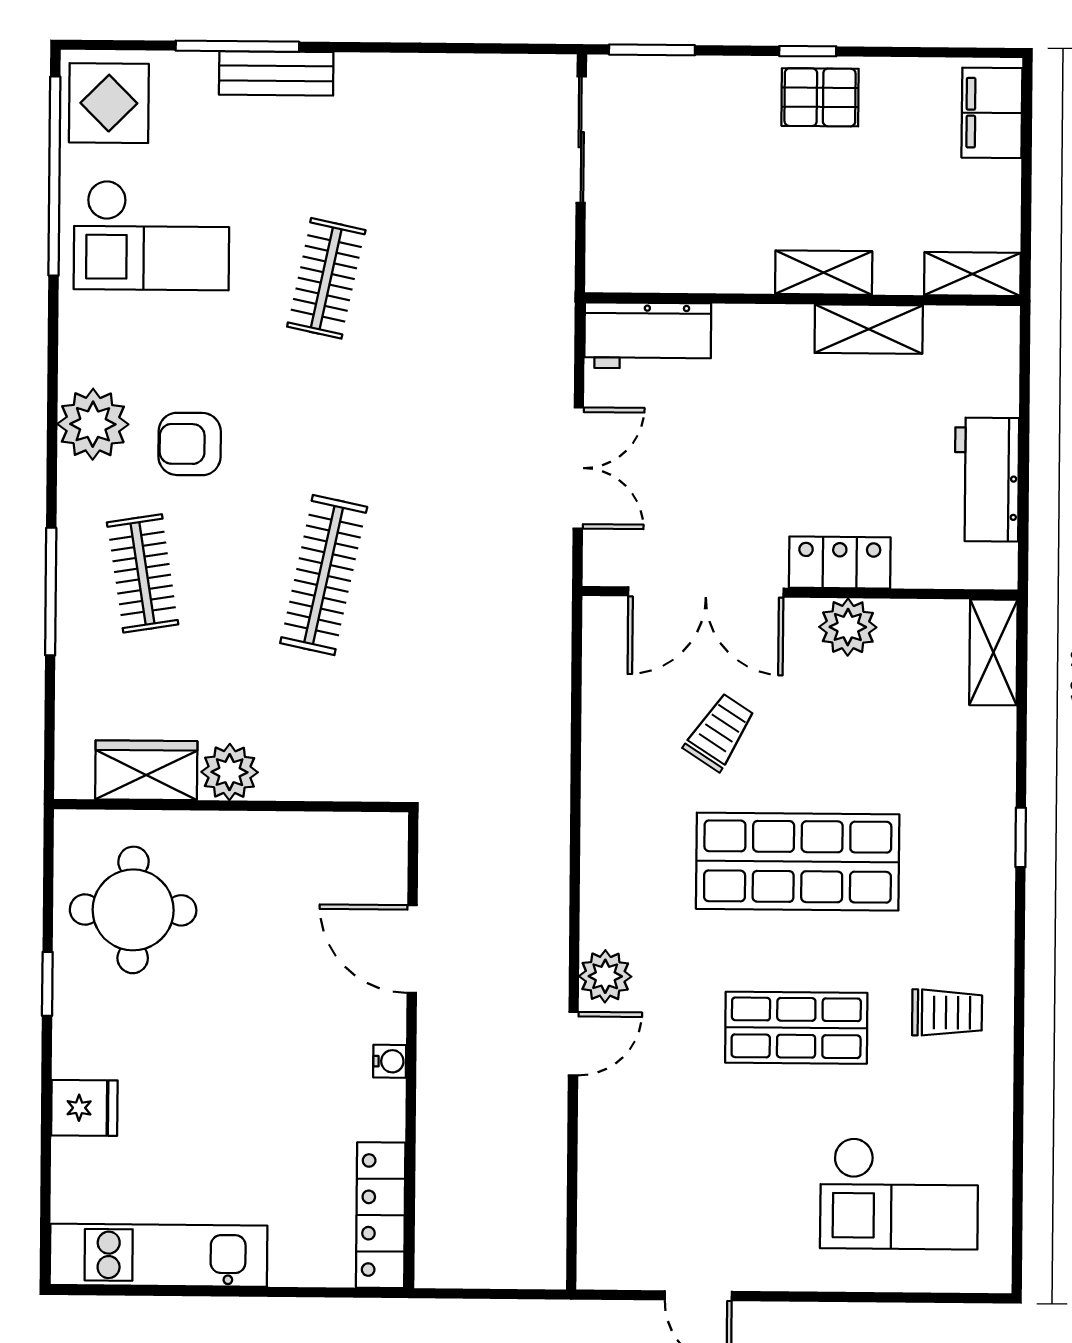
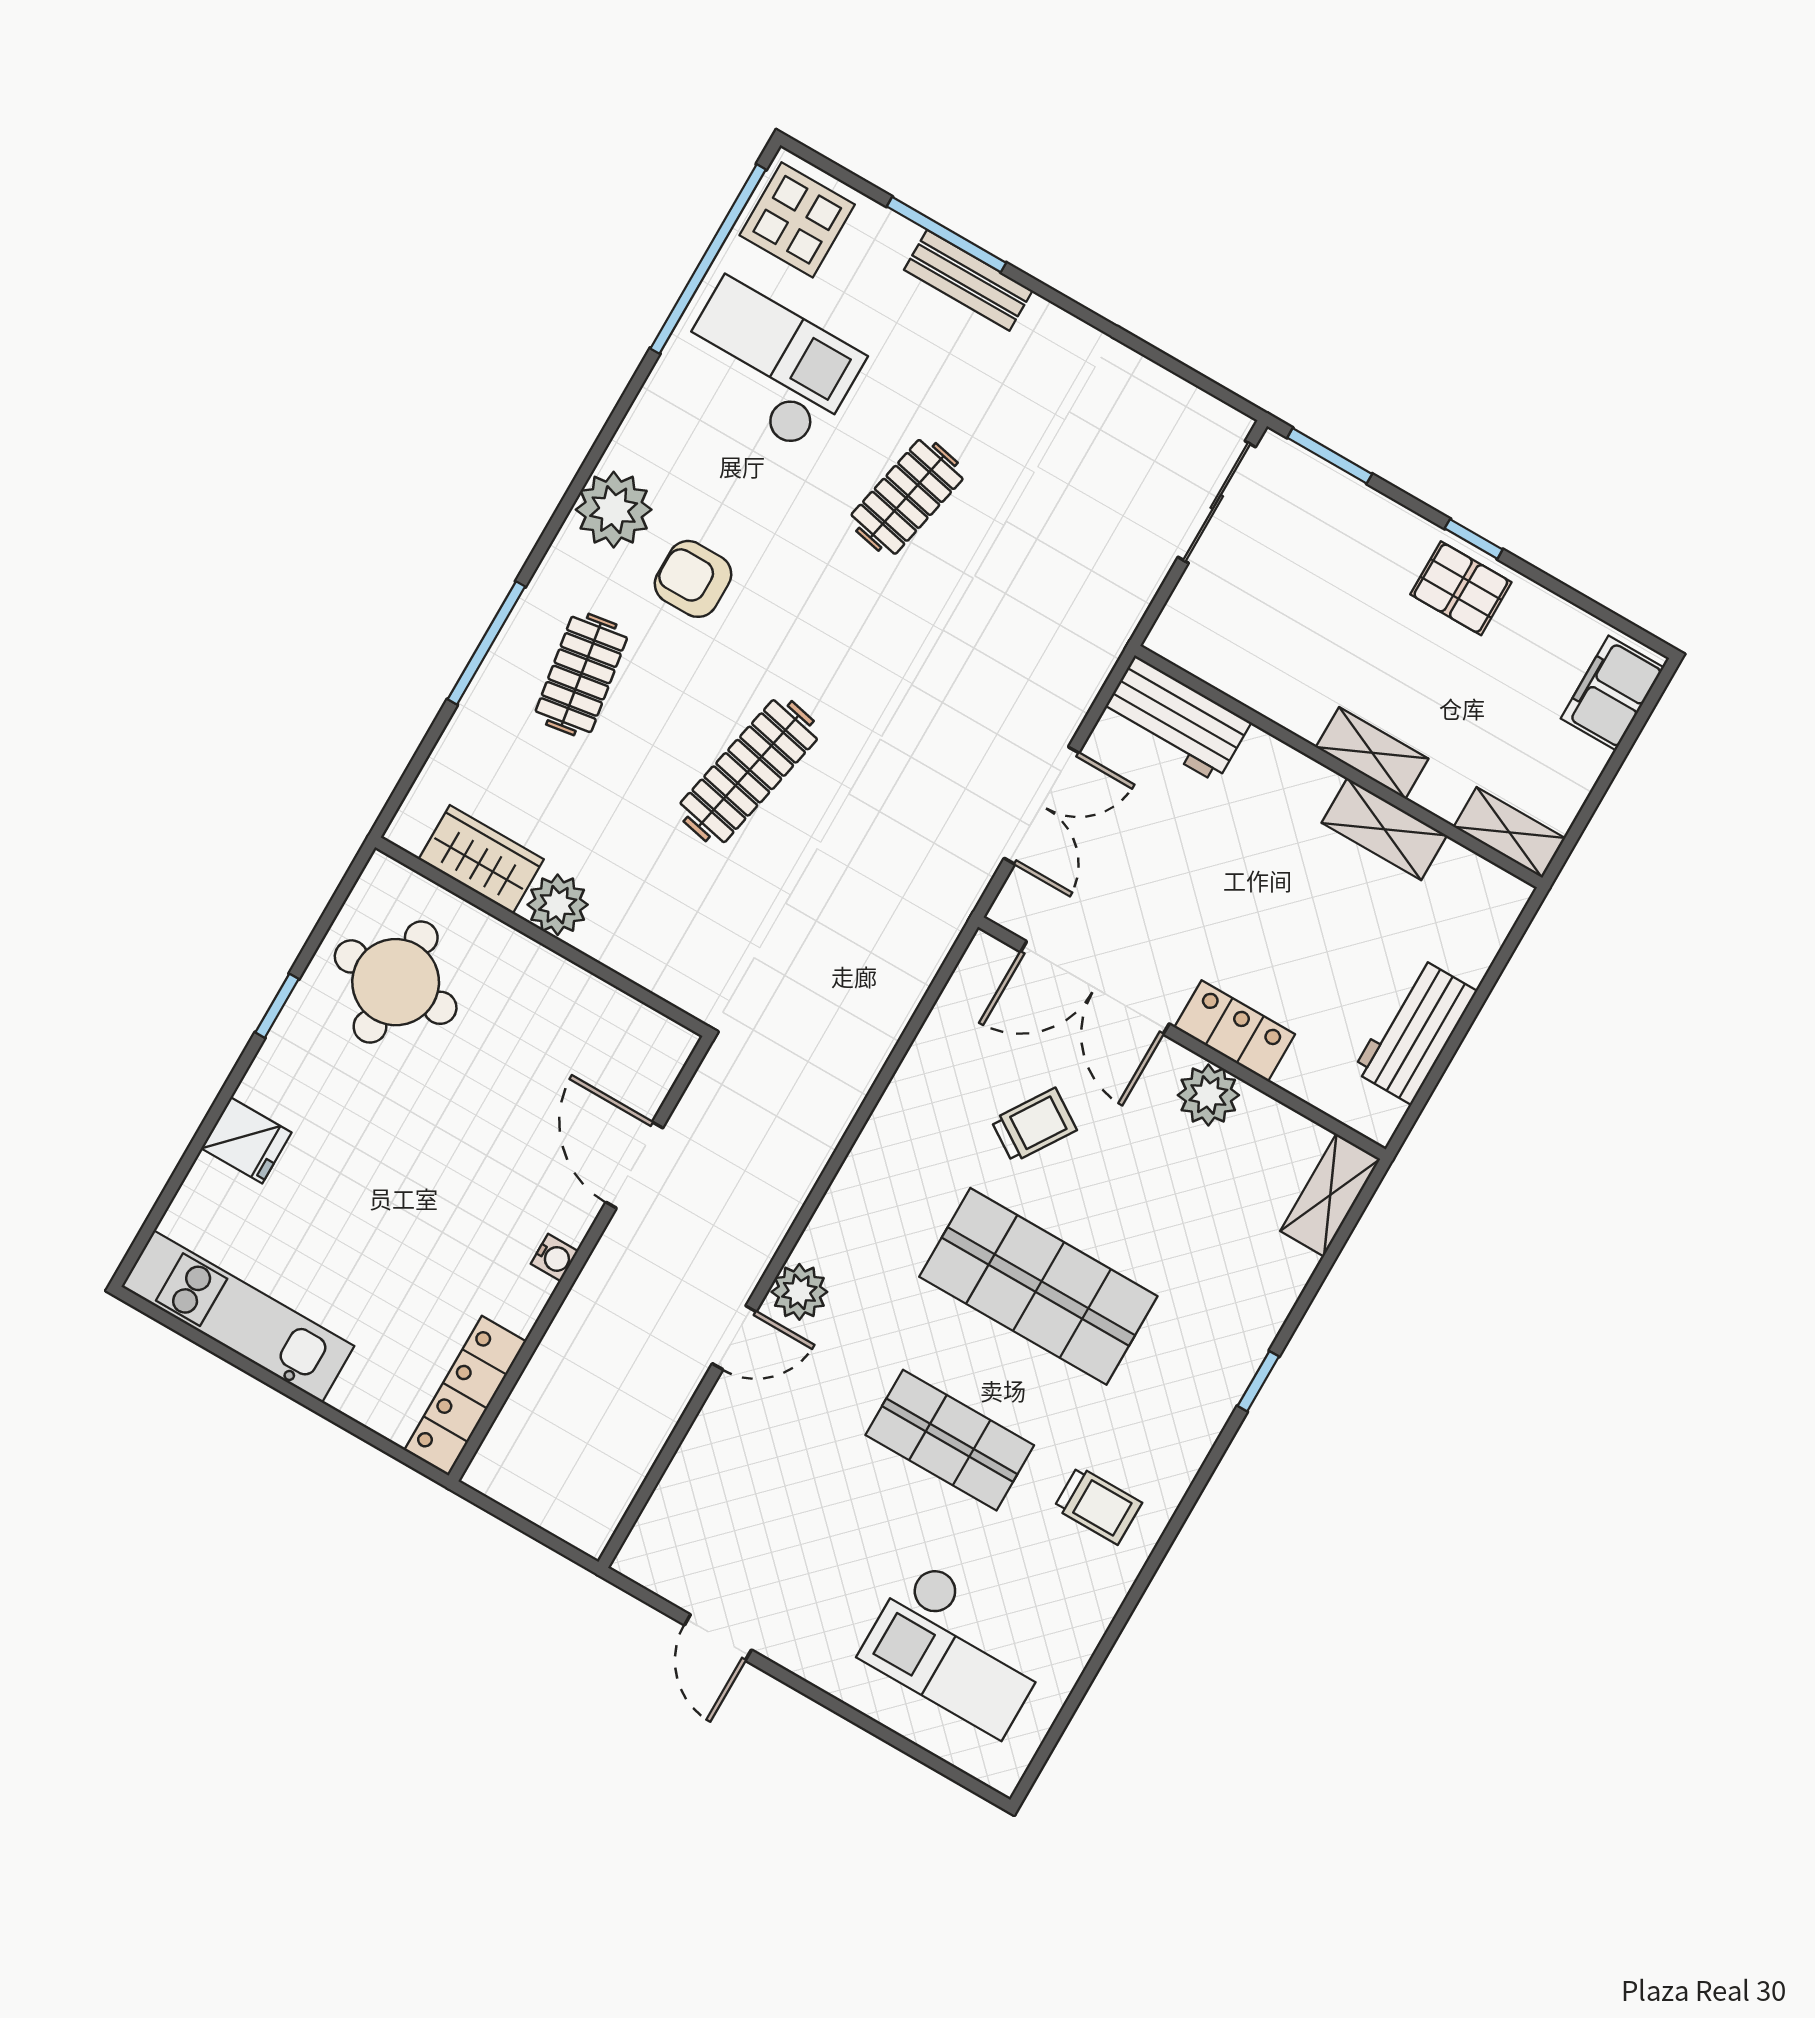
checkout: (152, 235) -> (767, 365), turned 180

